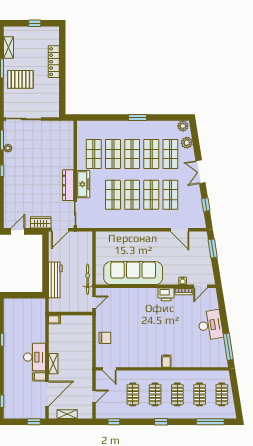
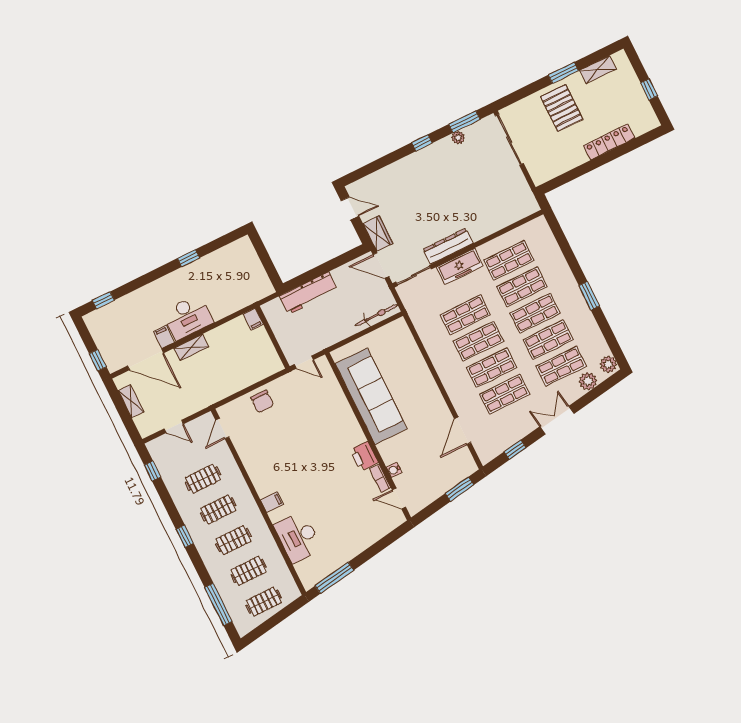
bicycle: (88, 279) -> (376, 315), moved
desk: (210, 325) -> (298, 537), moved, turned 99

